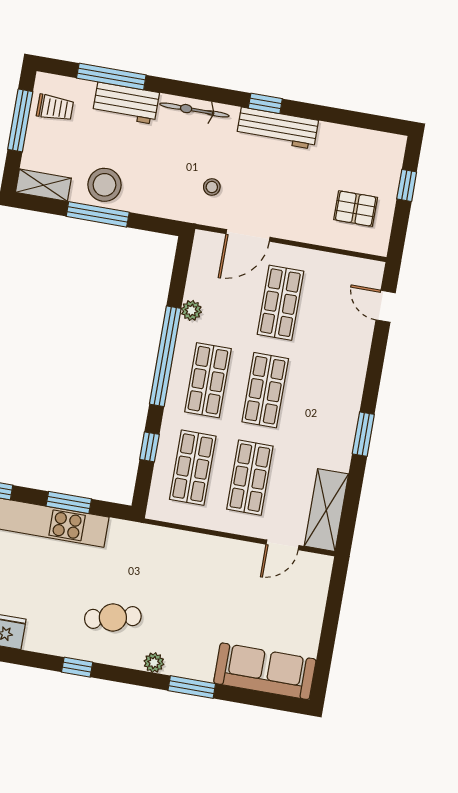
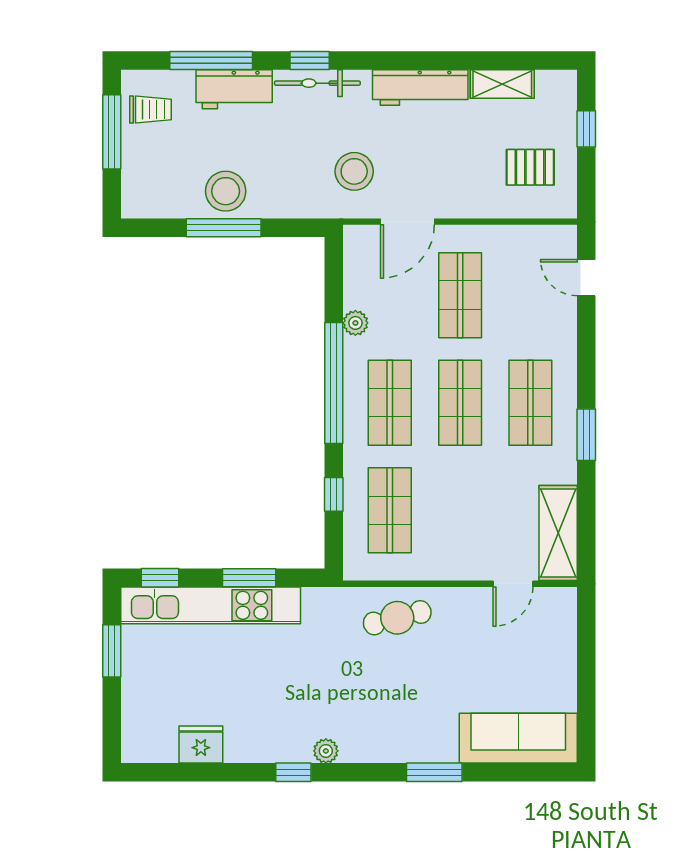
window: (265, 103) -> (310, 60), moved
shelving: (43, 185) -> (502, 84), moved
stool: (212, 187) -> (354, 171), width x1.89, depth x1.89
shop shelf: (250, 478) -> (530, 403), moved
cafe table: (113, 617) -> (397, 618), moved
plant: (154, 663) -> (326, 751), moved

